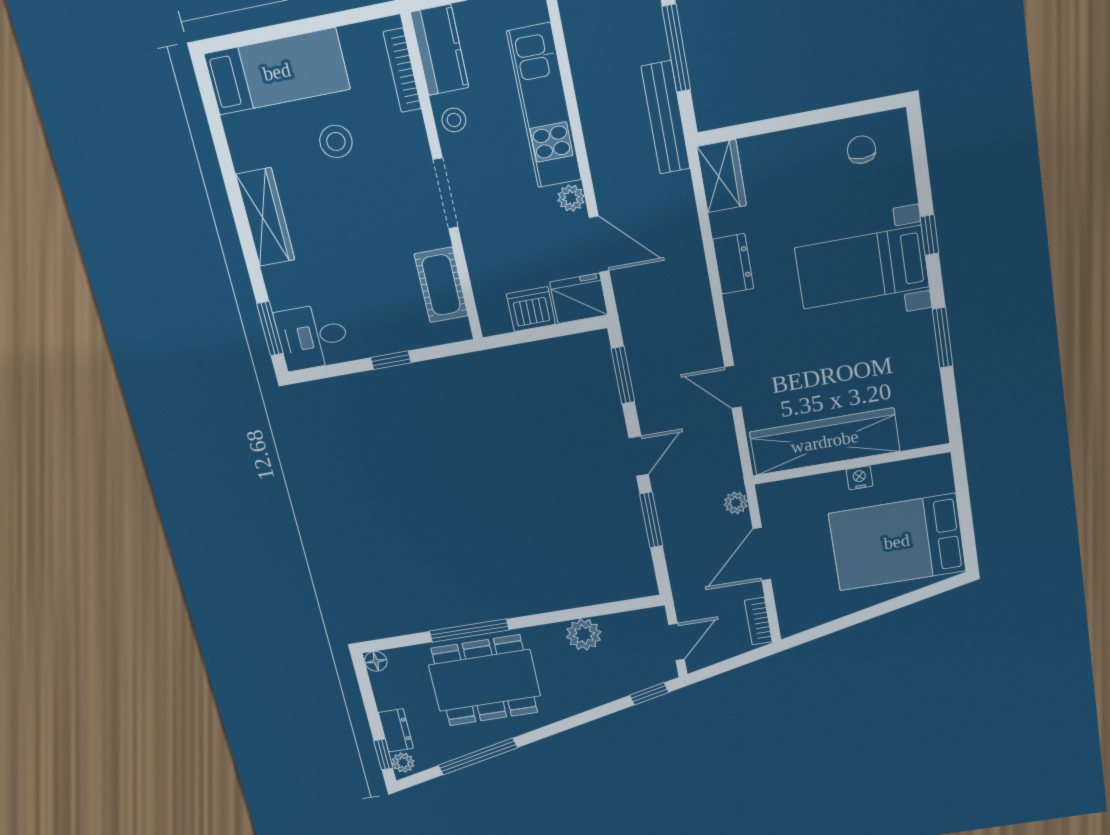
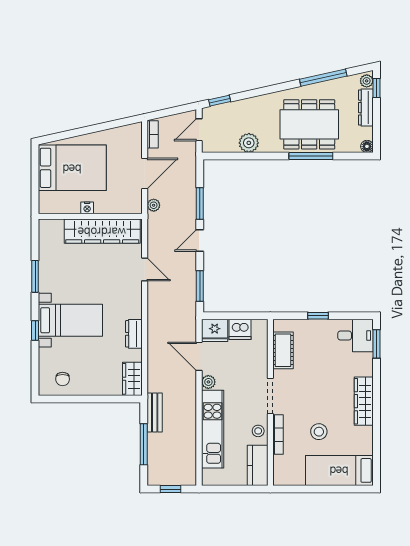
bookcase: (402, 70) -> (278, 434), moved
bench: (666, 118) -> (155, 412), width x0.73
dresser: (396, 730) -> (366, 108), width x1.44

